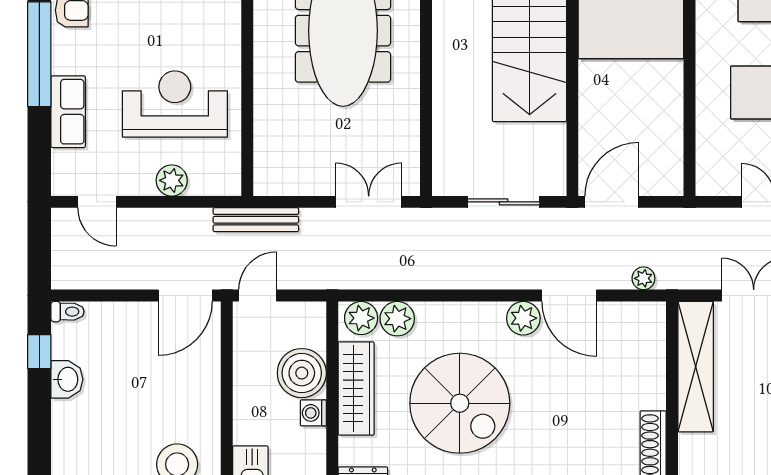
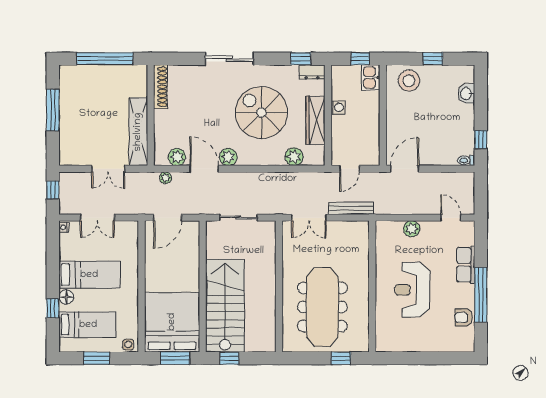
reception desk: (175, 104) -> (413, 290), moved, turned 90
door: (612, 202) -> (167, 218), moved
bench: (256, 220) -> (351, 208), moved
door: (258, 296) -> (350, 169), moved
plant: (361, 318) -> (177, 157), moved
boiler: (302, 373) -> (344, 128), removed
washbasin: (67, 379) -> (466, 94), moved

